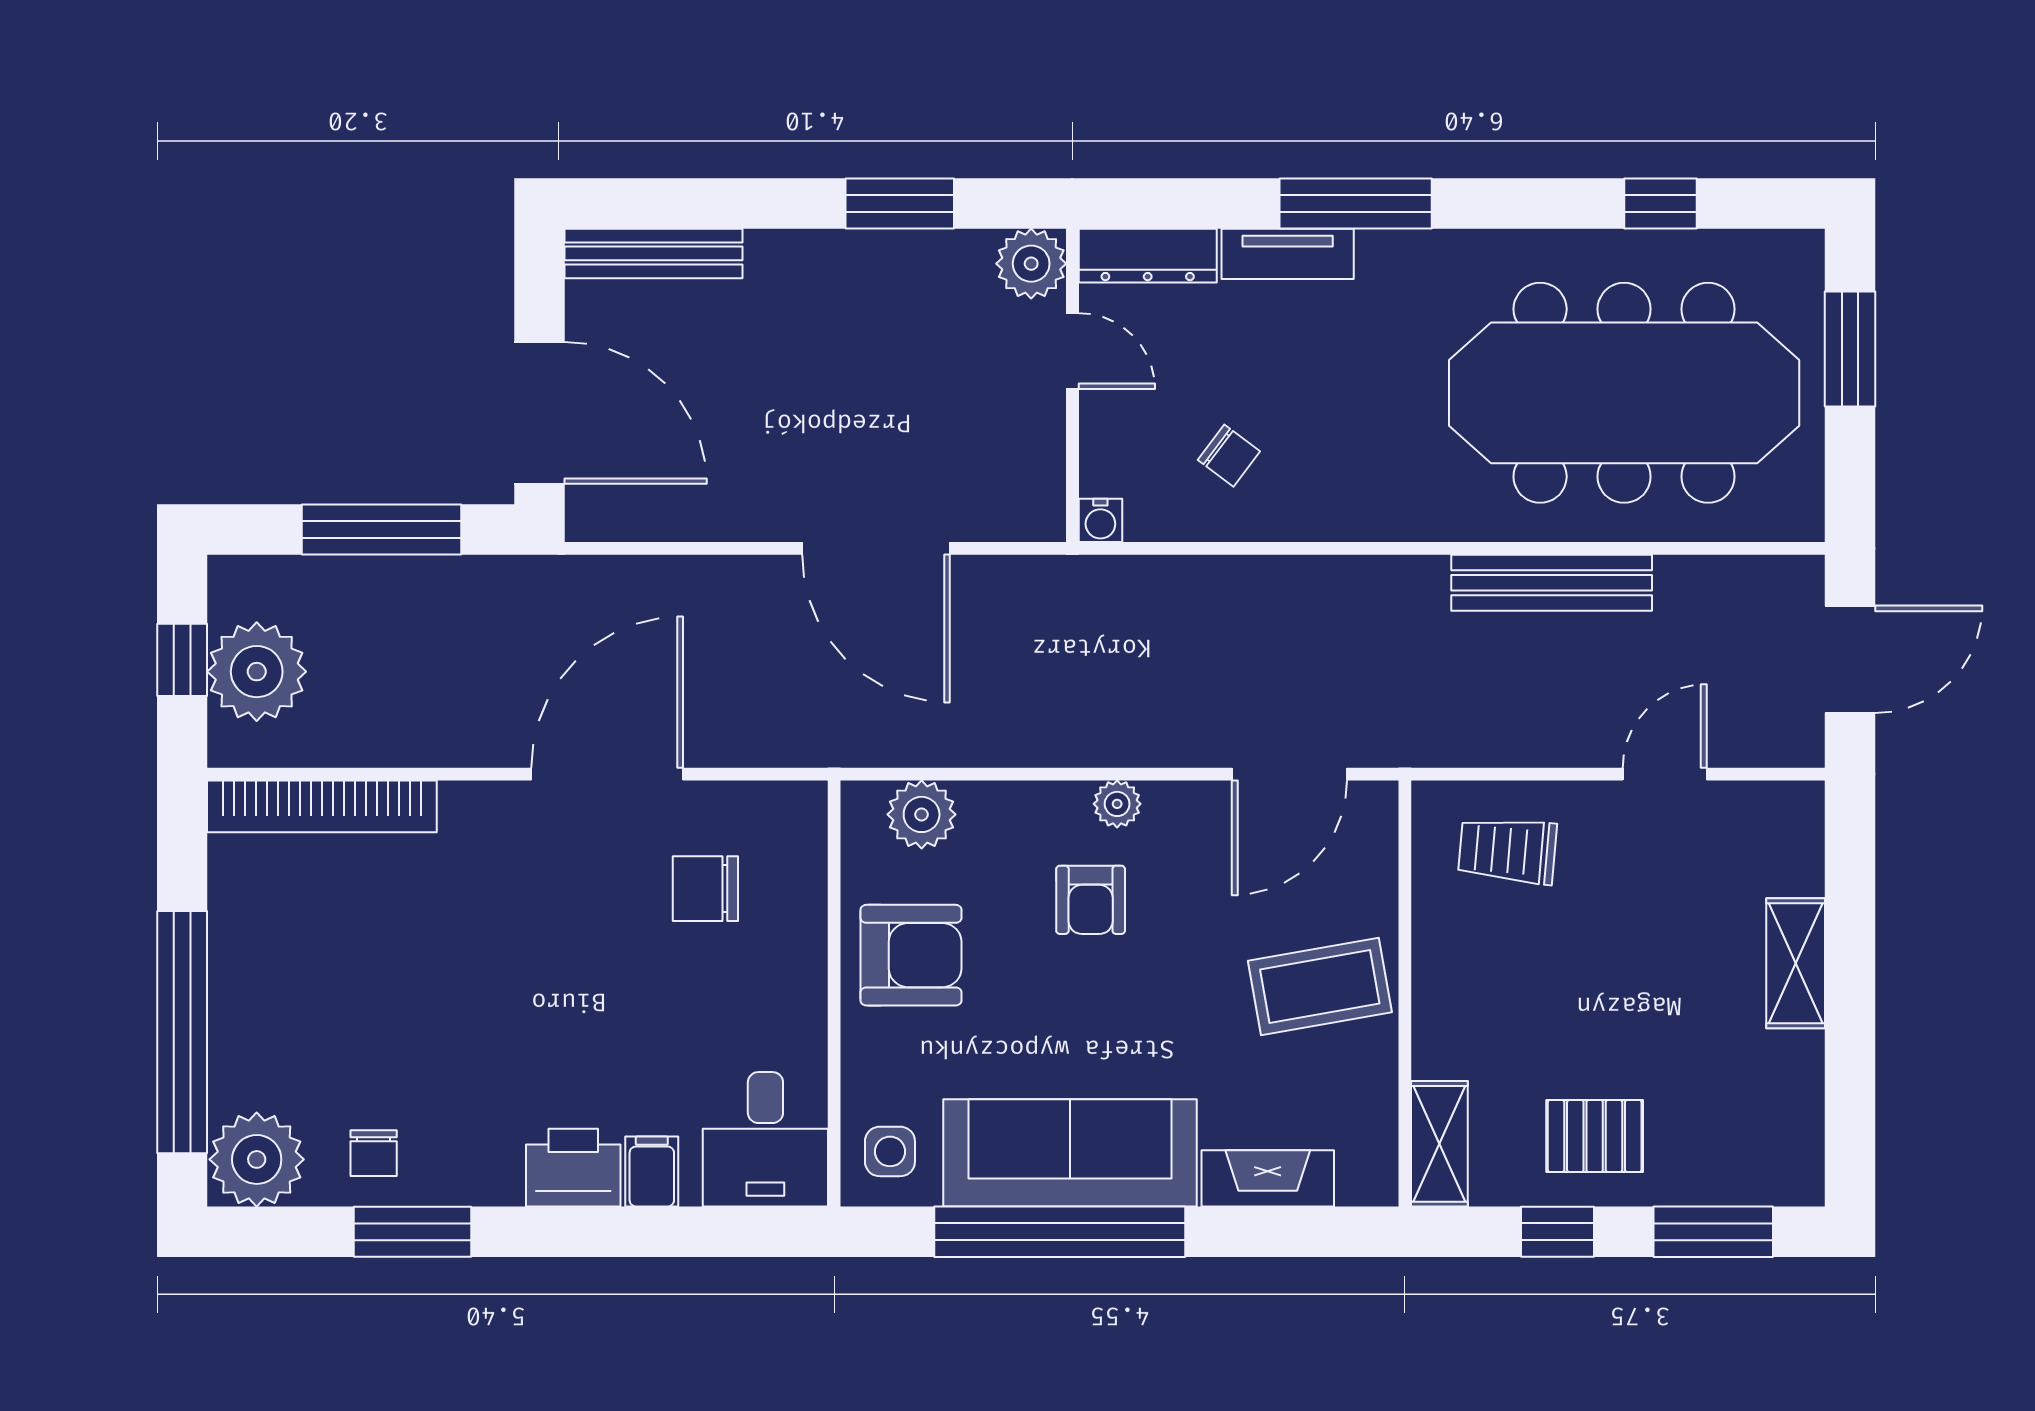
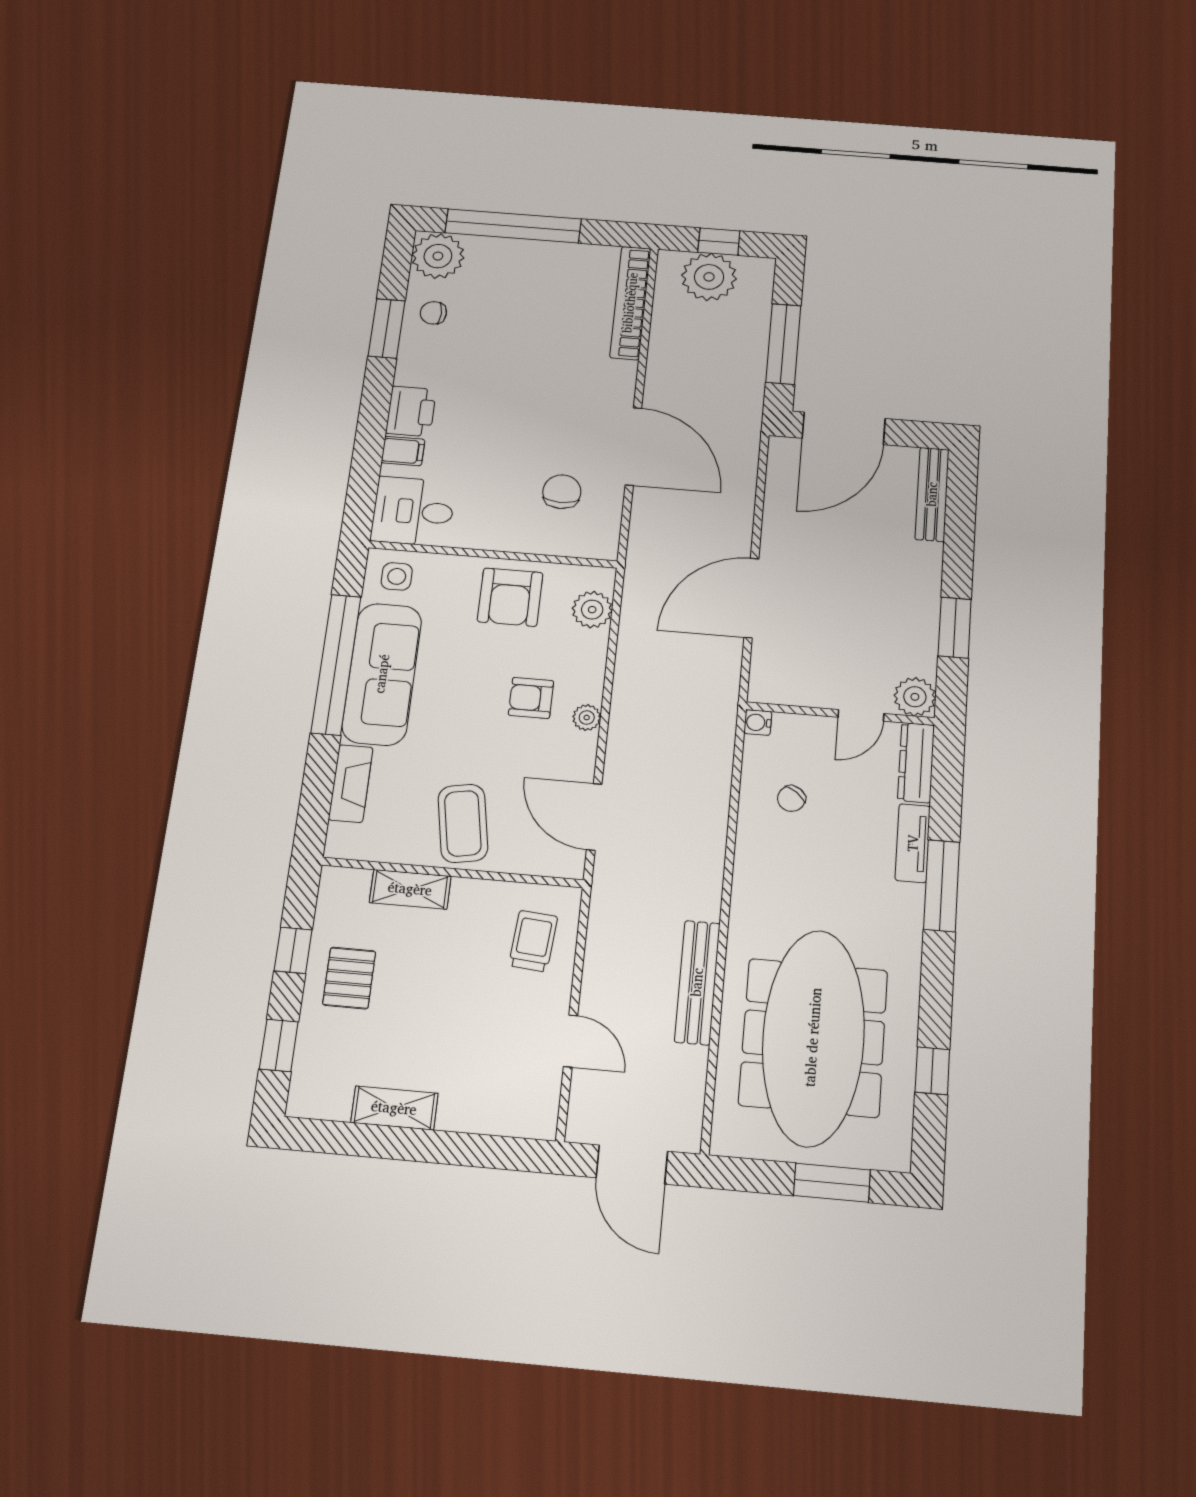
shelving: (1796, 963) -> (394, 1108), moved
shelving: (1439, 1144) -> (410, 889), moved
window: (1713, 1232) -> (279, 1045), width x0.67

